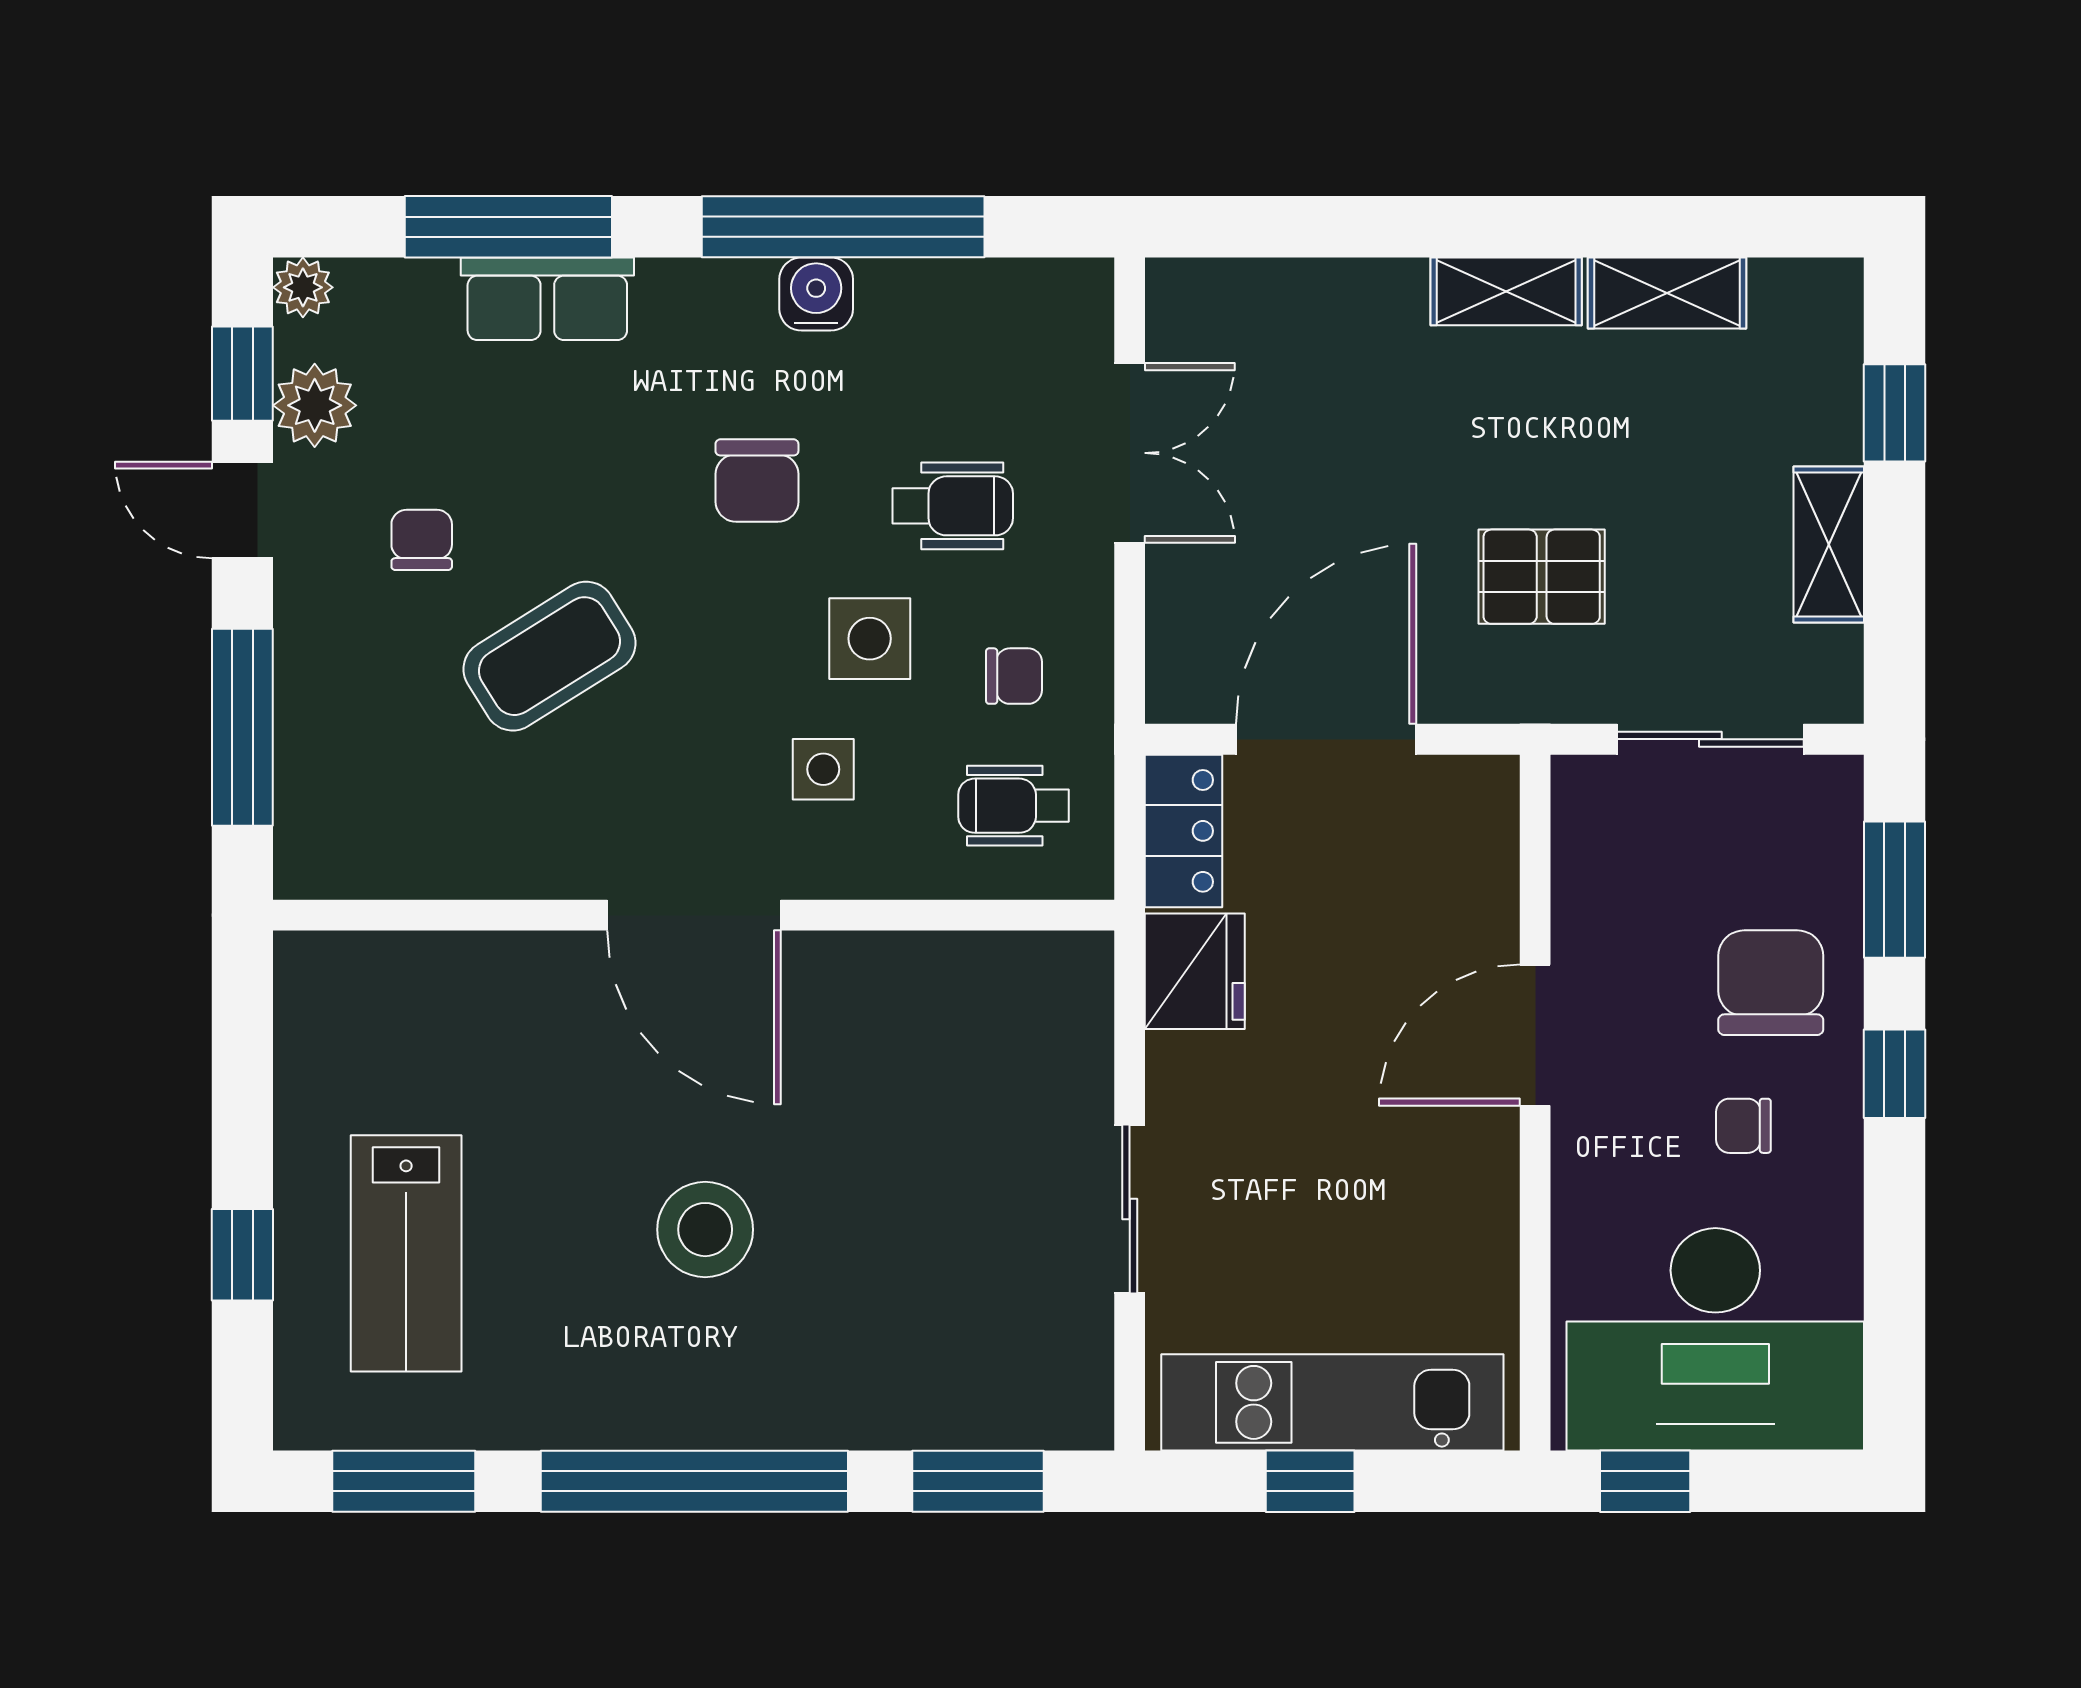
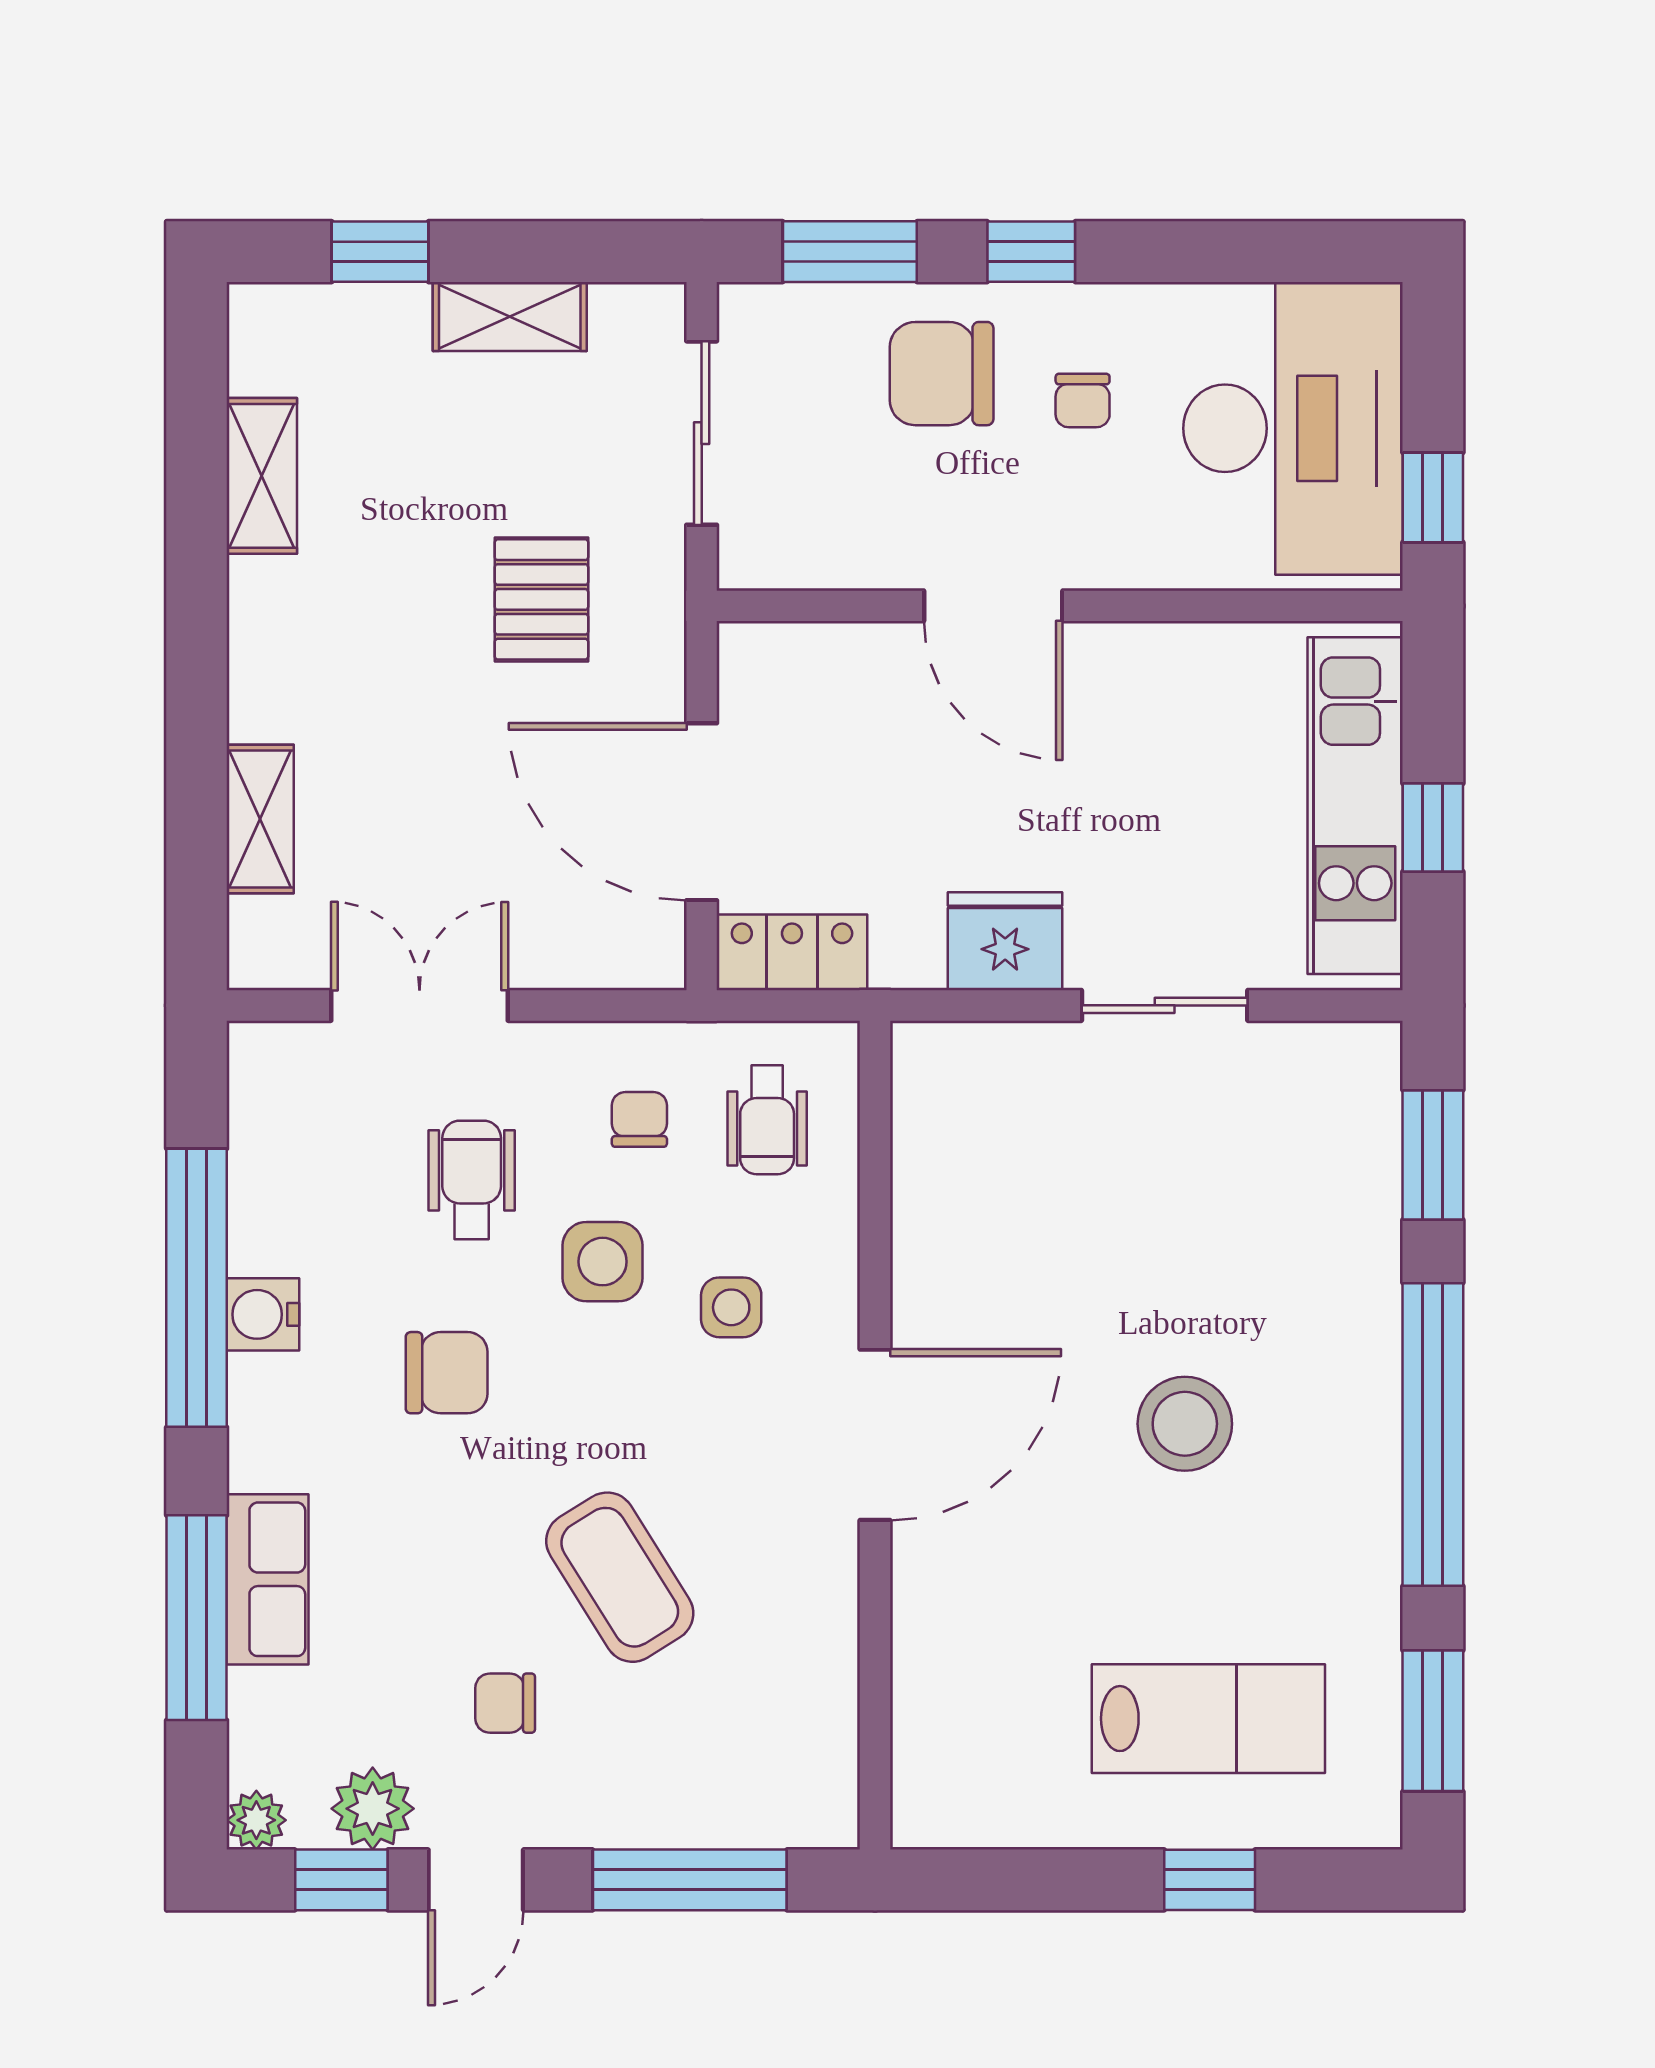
shelving: (1506, 291) -> (260, 819), moved
fridge: (1195, 971) -> (1005, 941), moved

